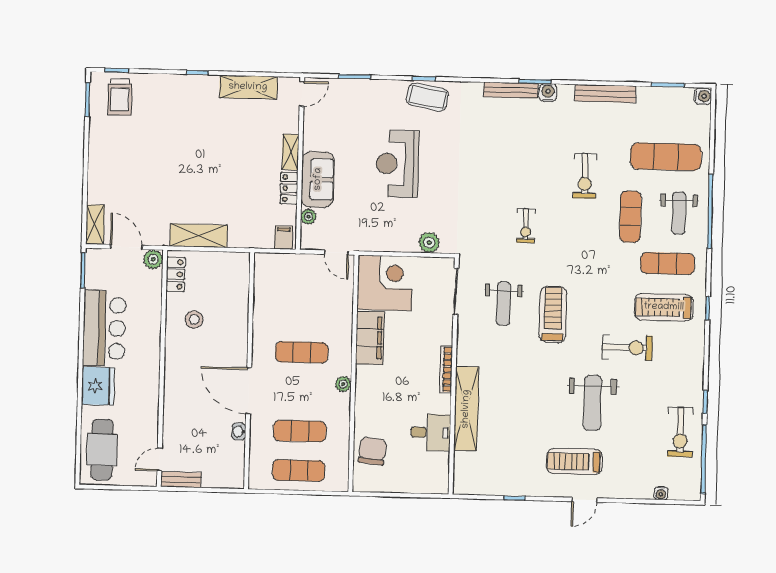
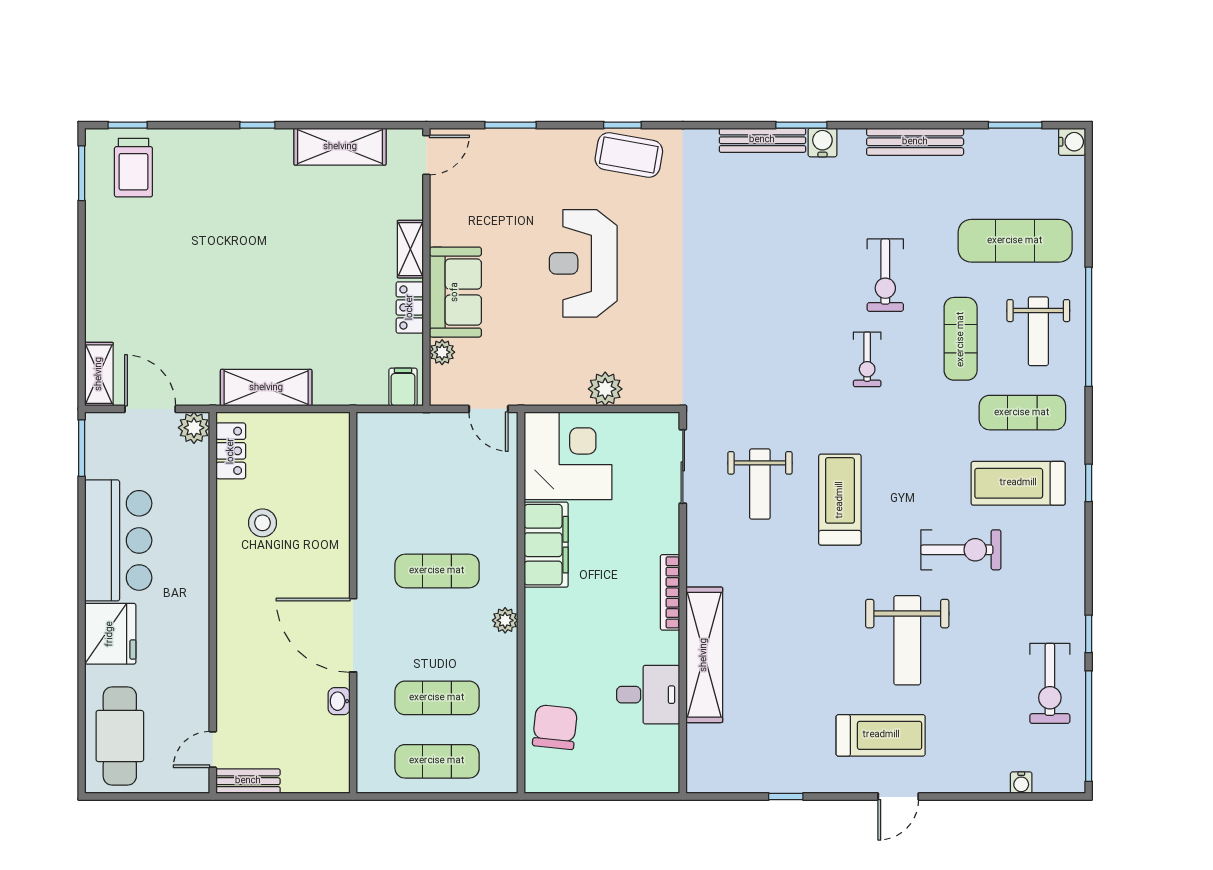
exercise bike: (526, 226) -> (867, 359), moved
plant: (429, 243) -> (605, 389), moved
treadmill: (574, 462) -> (881, 735), turned 180

